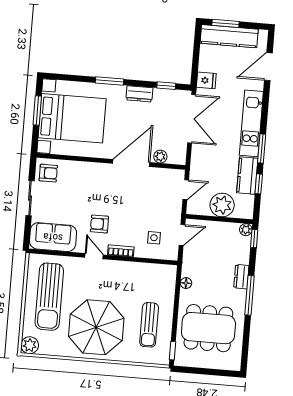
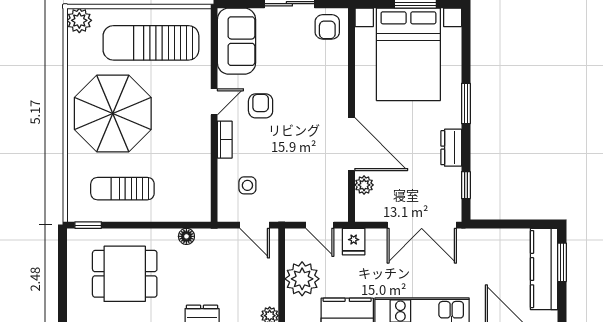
fridge: (206, 80) -> (354, 242), moved
dining table: (208, 328) -> (125, 274), width x0.73

